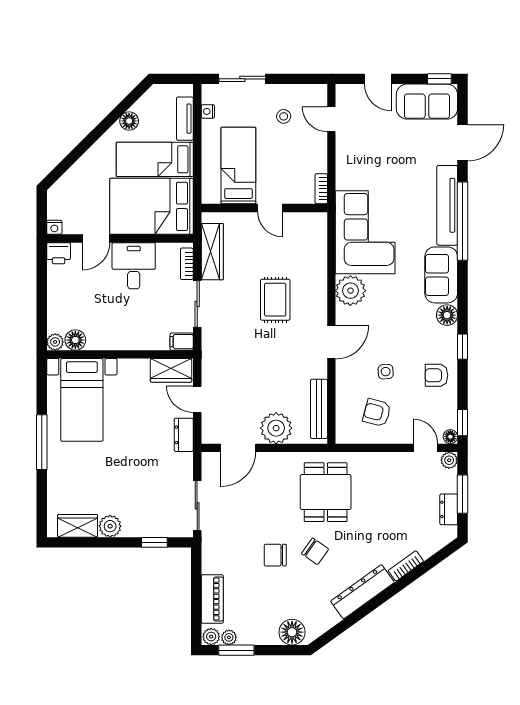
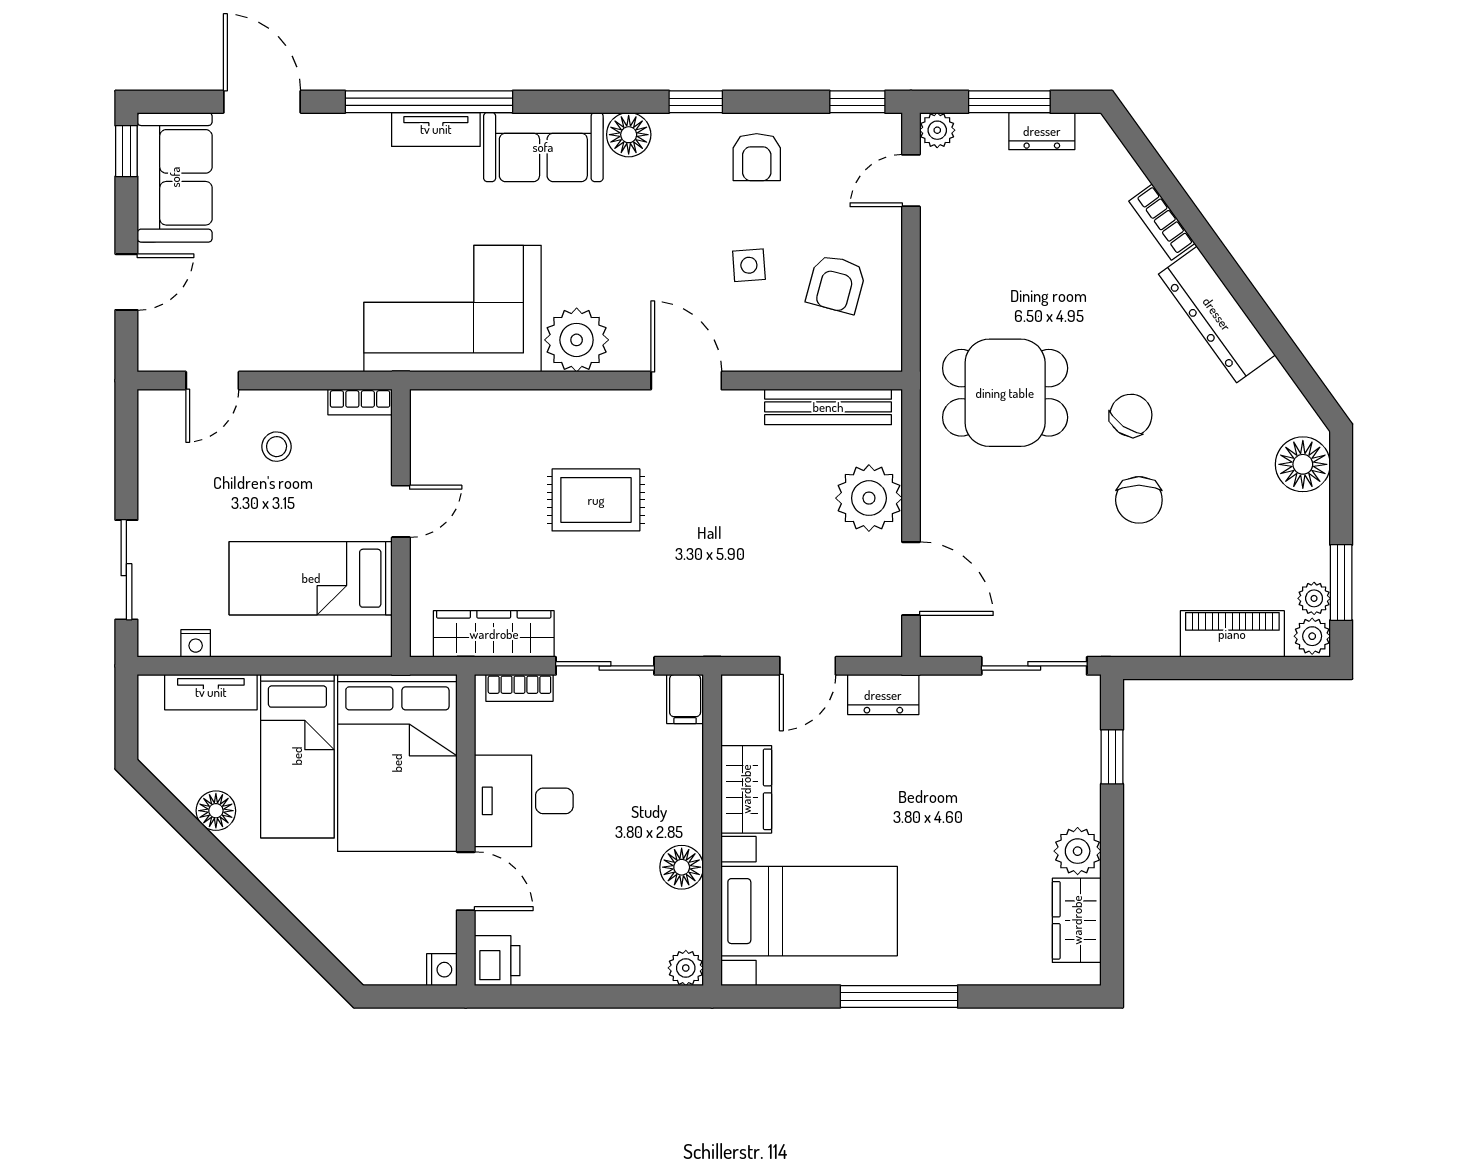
stool: (284, 116) -> (277, 447), moved
tv unit: (447, 205) -> (436, 129), width x0.52, depth x0.78
floor lamp: (75, 340) -> (682, 867), moved
wardrobe: (171, 370) -> (746, 789), moved
floor lamp: (450, 437) -> (887, 128), removed

